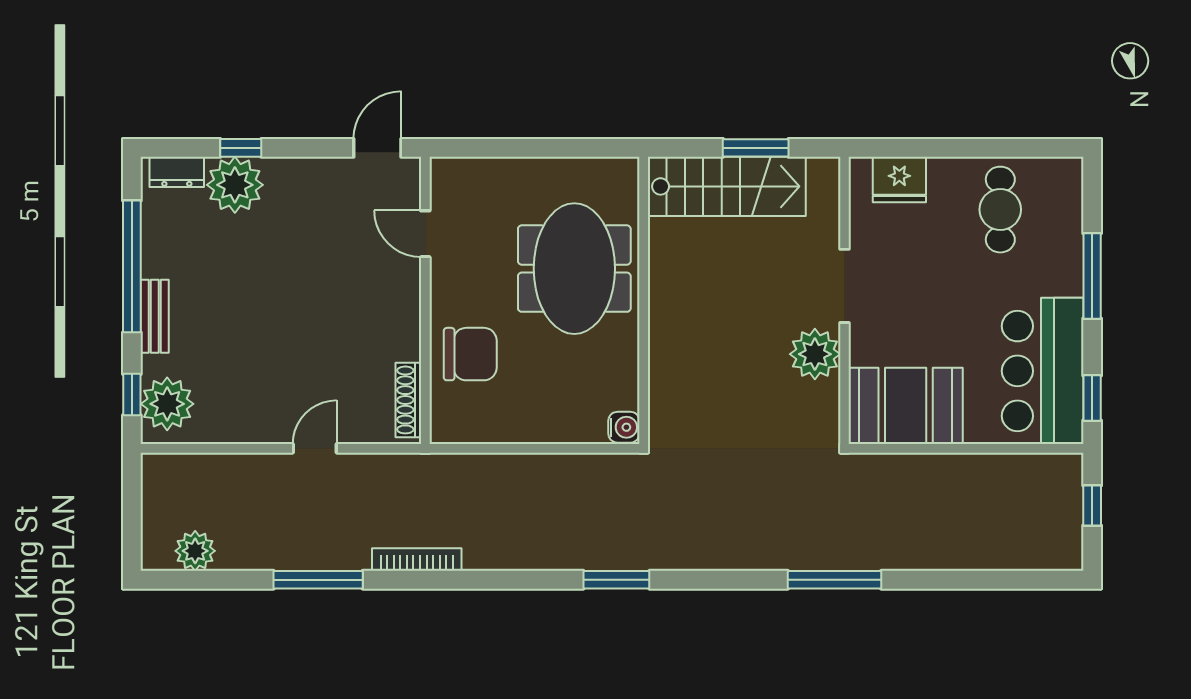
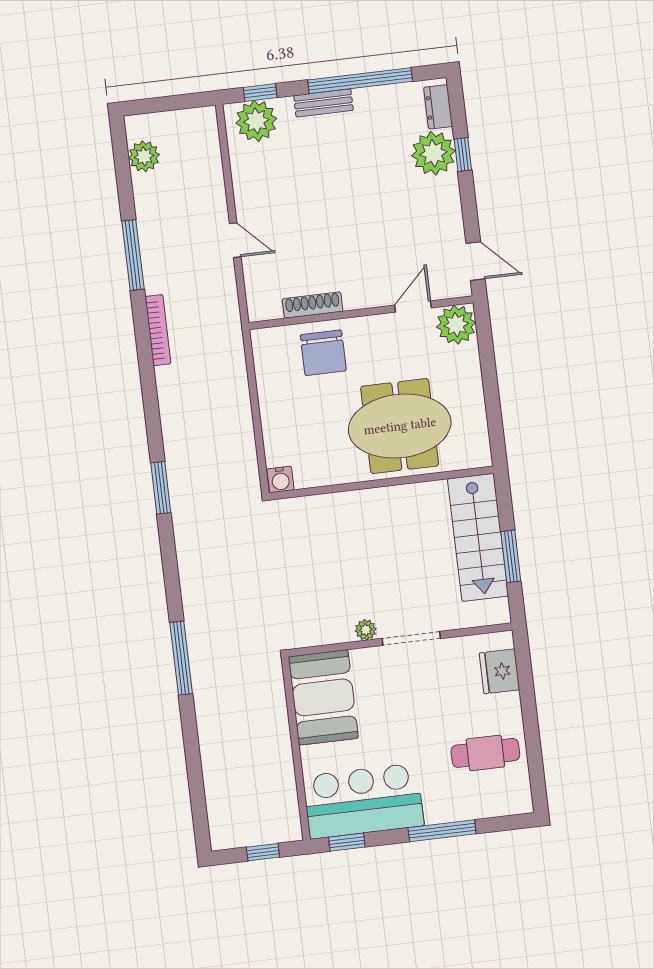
plant: (455, 182) -> (456, 325), added
plant: (815, 354) -> (366, 630), width x0.53, depth x0.53
shoe rack: (408, 400) -> (313, 305), moved

